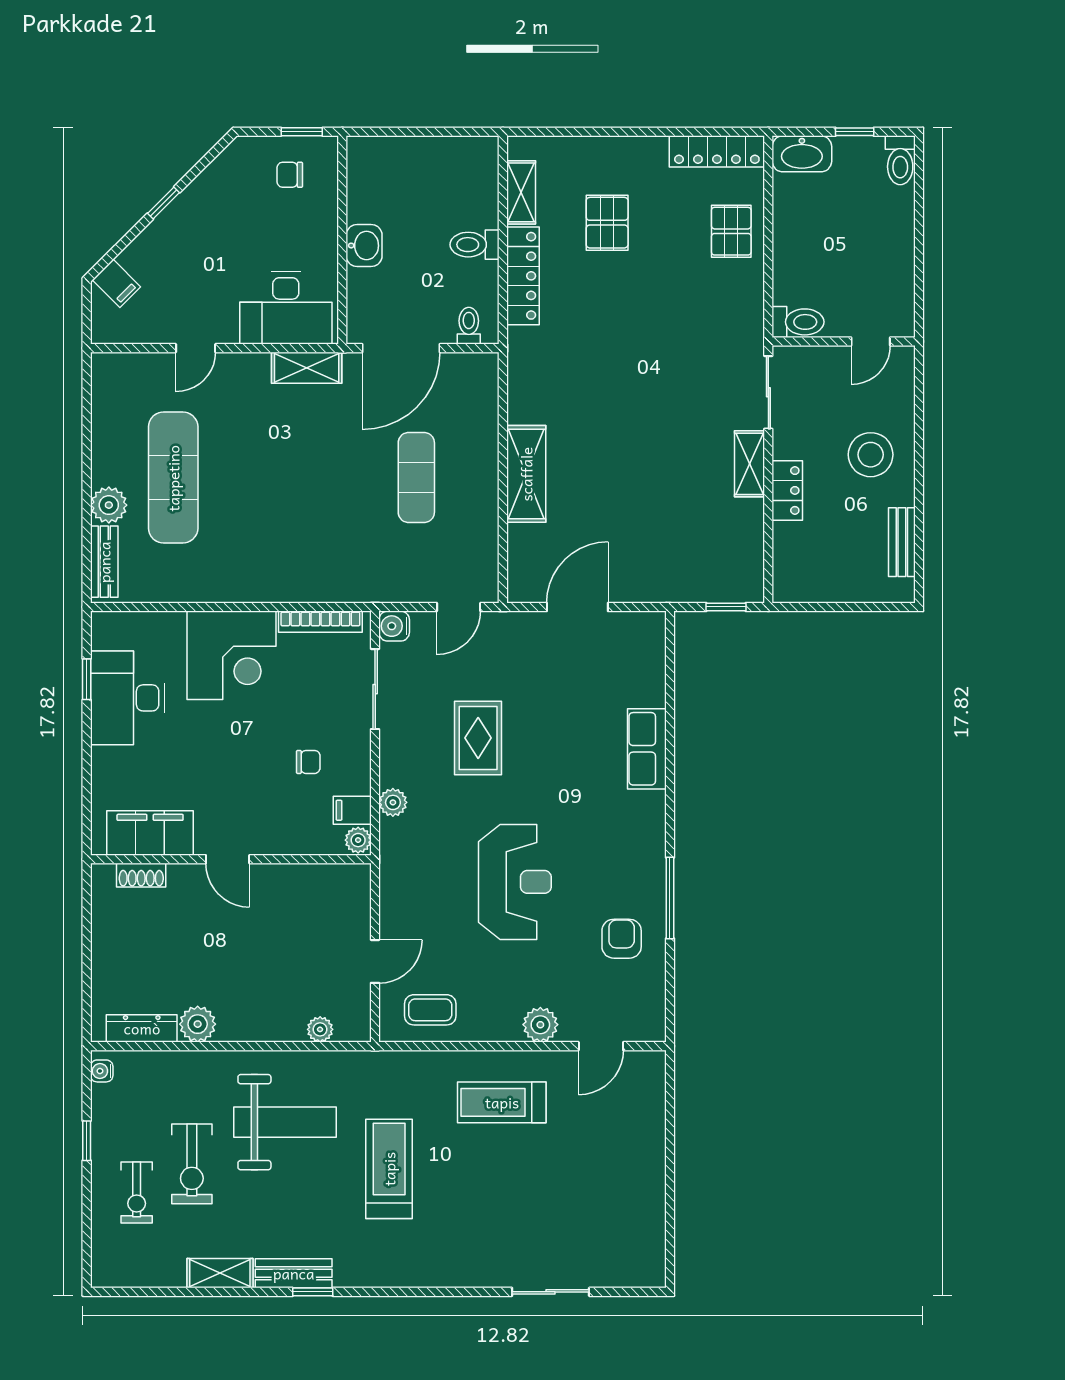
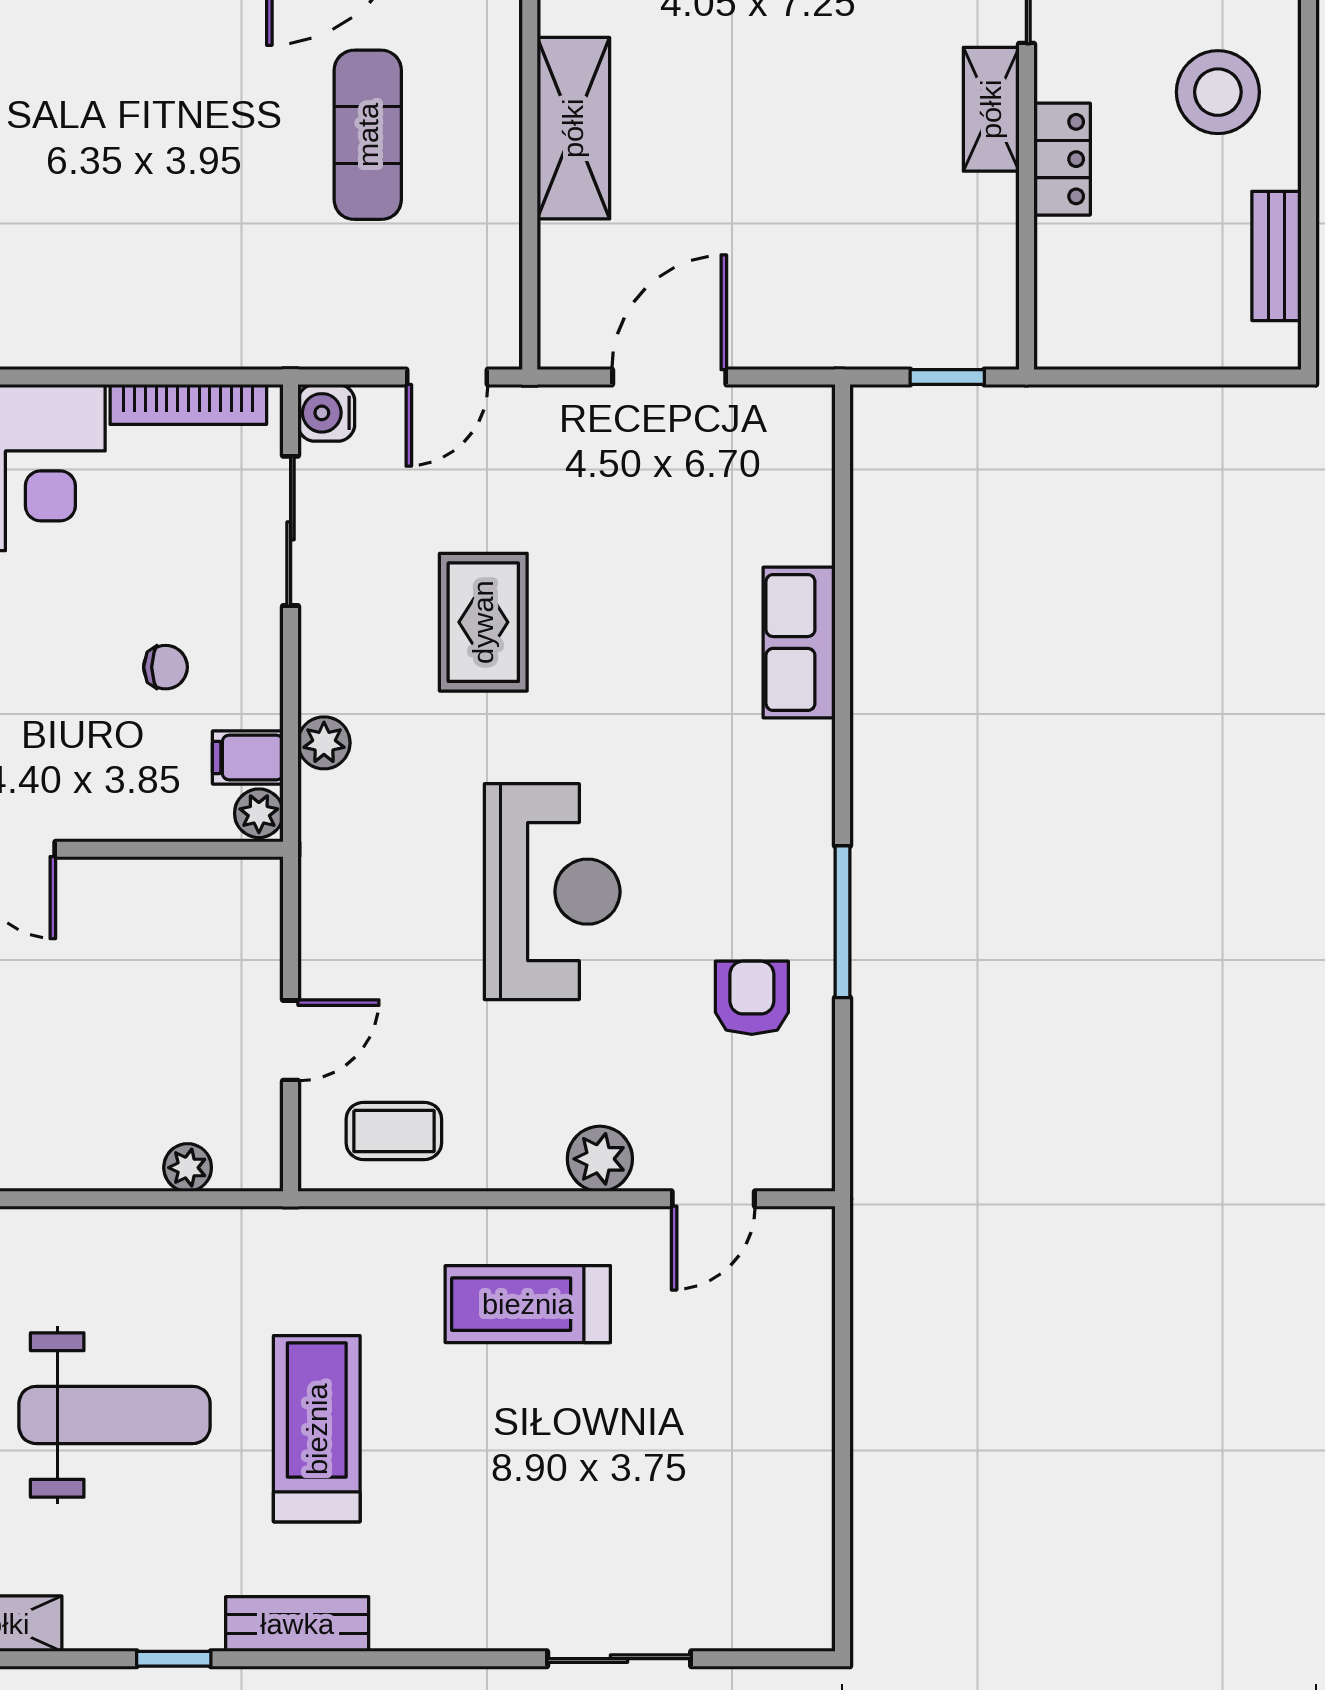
weight bench: (285, 1122) -> (115, 1415), moved
bench: (294, 1273) -> (297, 1624), moved

